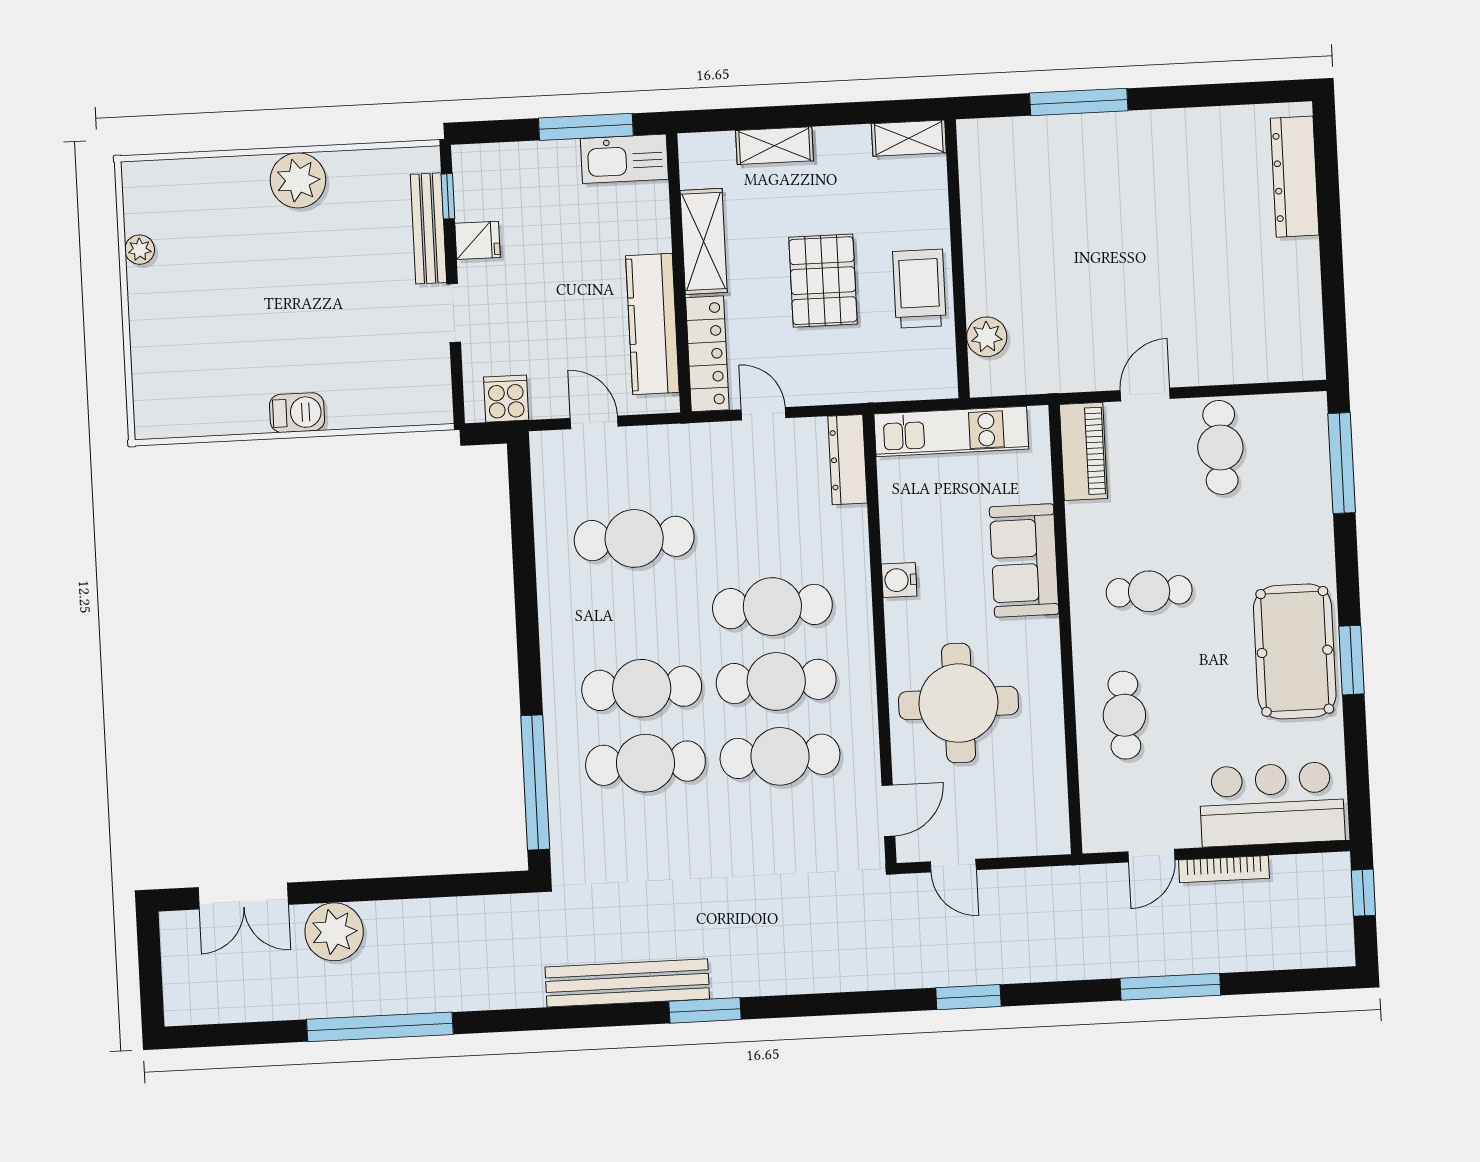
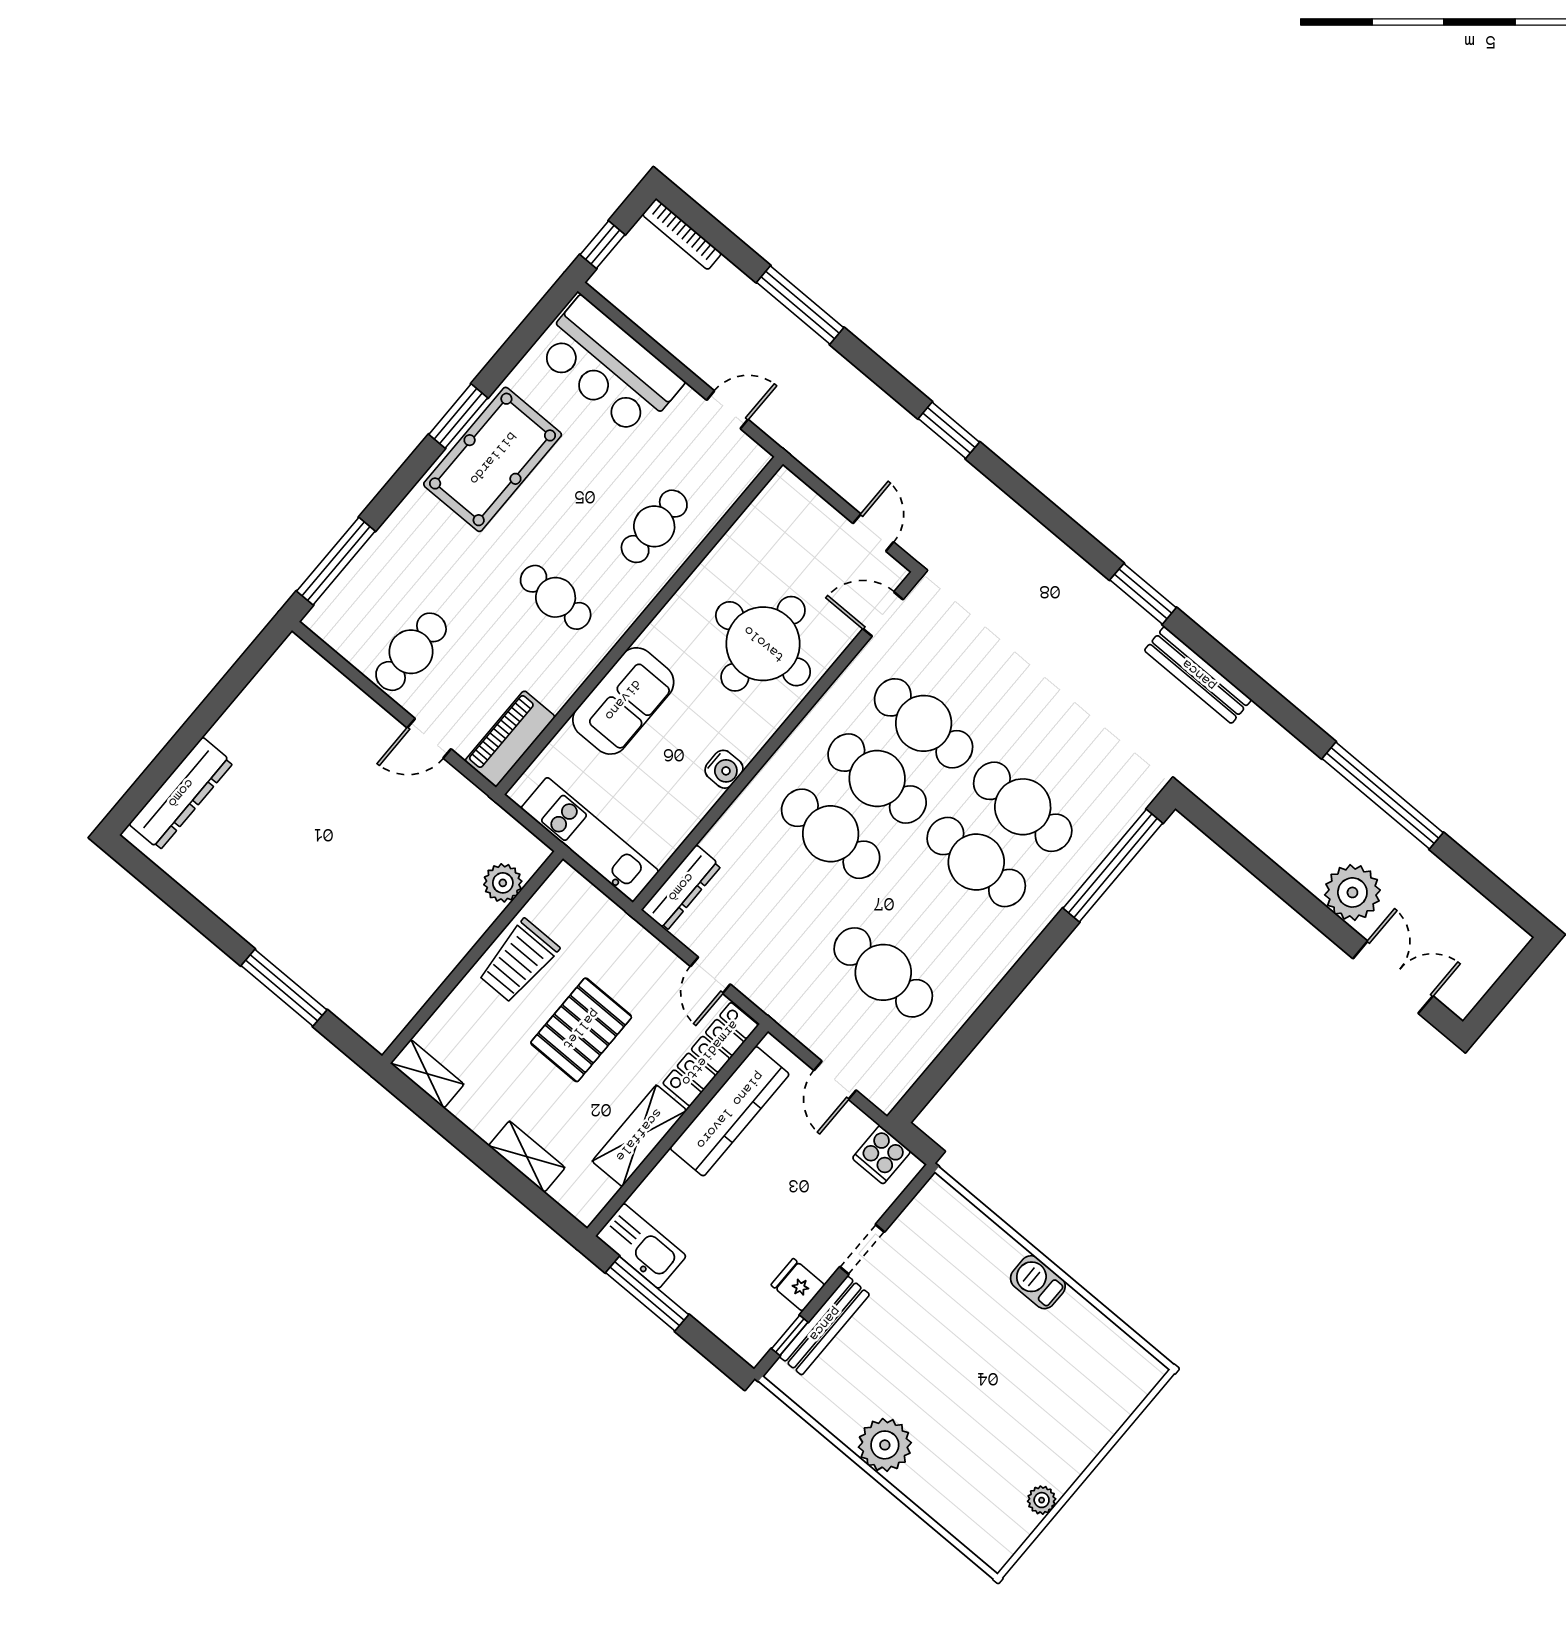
bookcase: (1224, 869) -> (682, 234), moved, turned 180
bench: (627, 983) -> (1198, 675), width x0.73, depth x0.82

